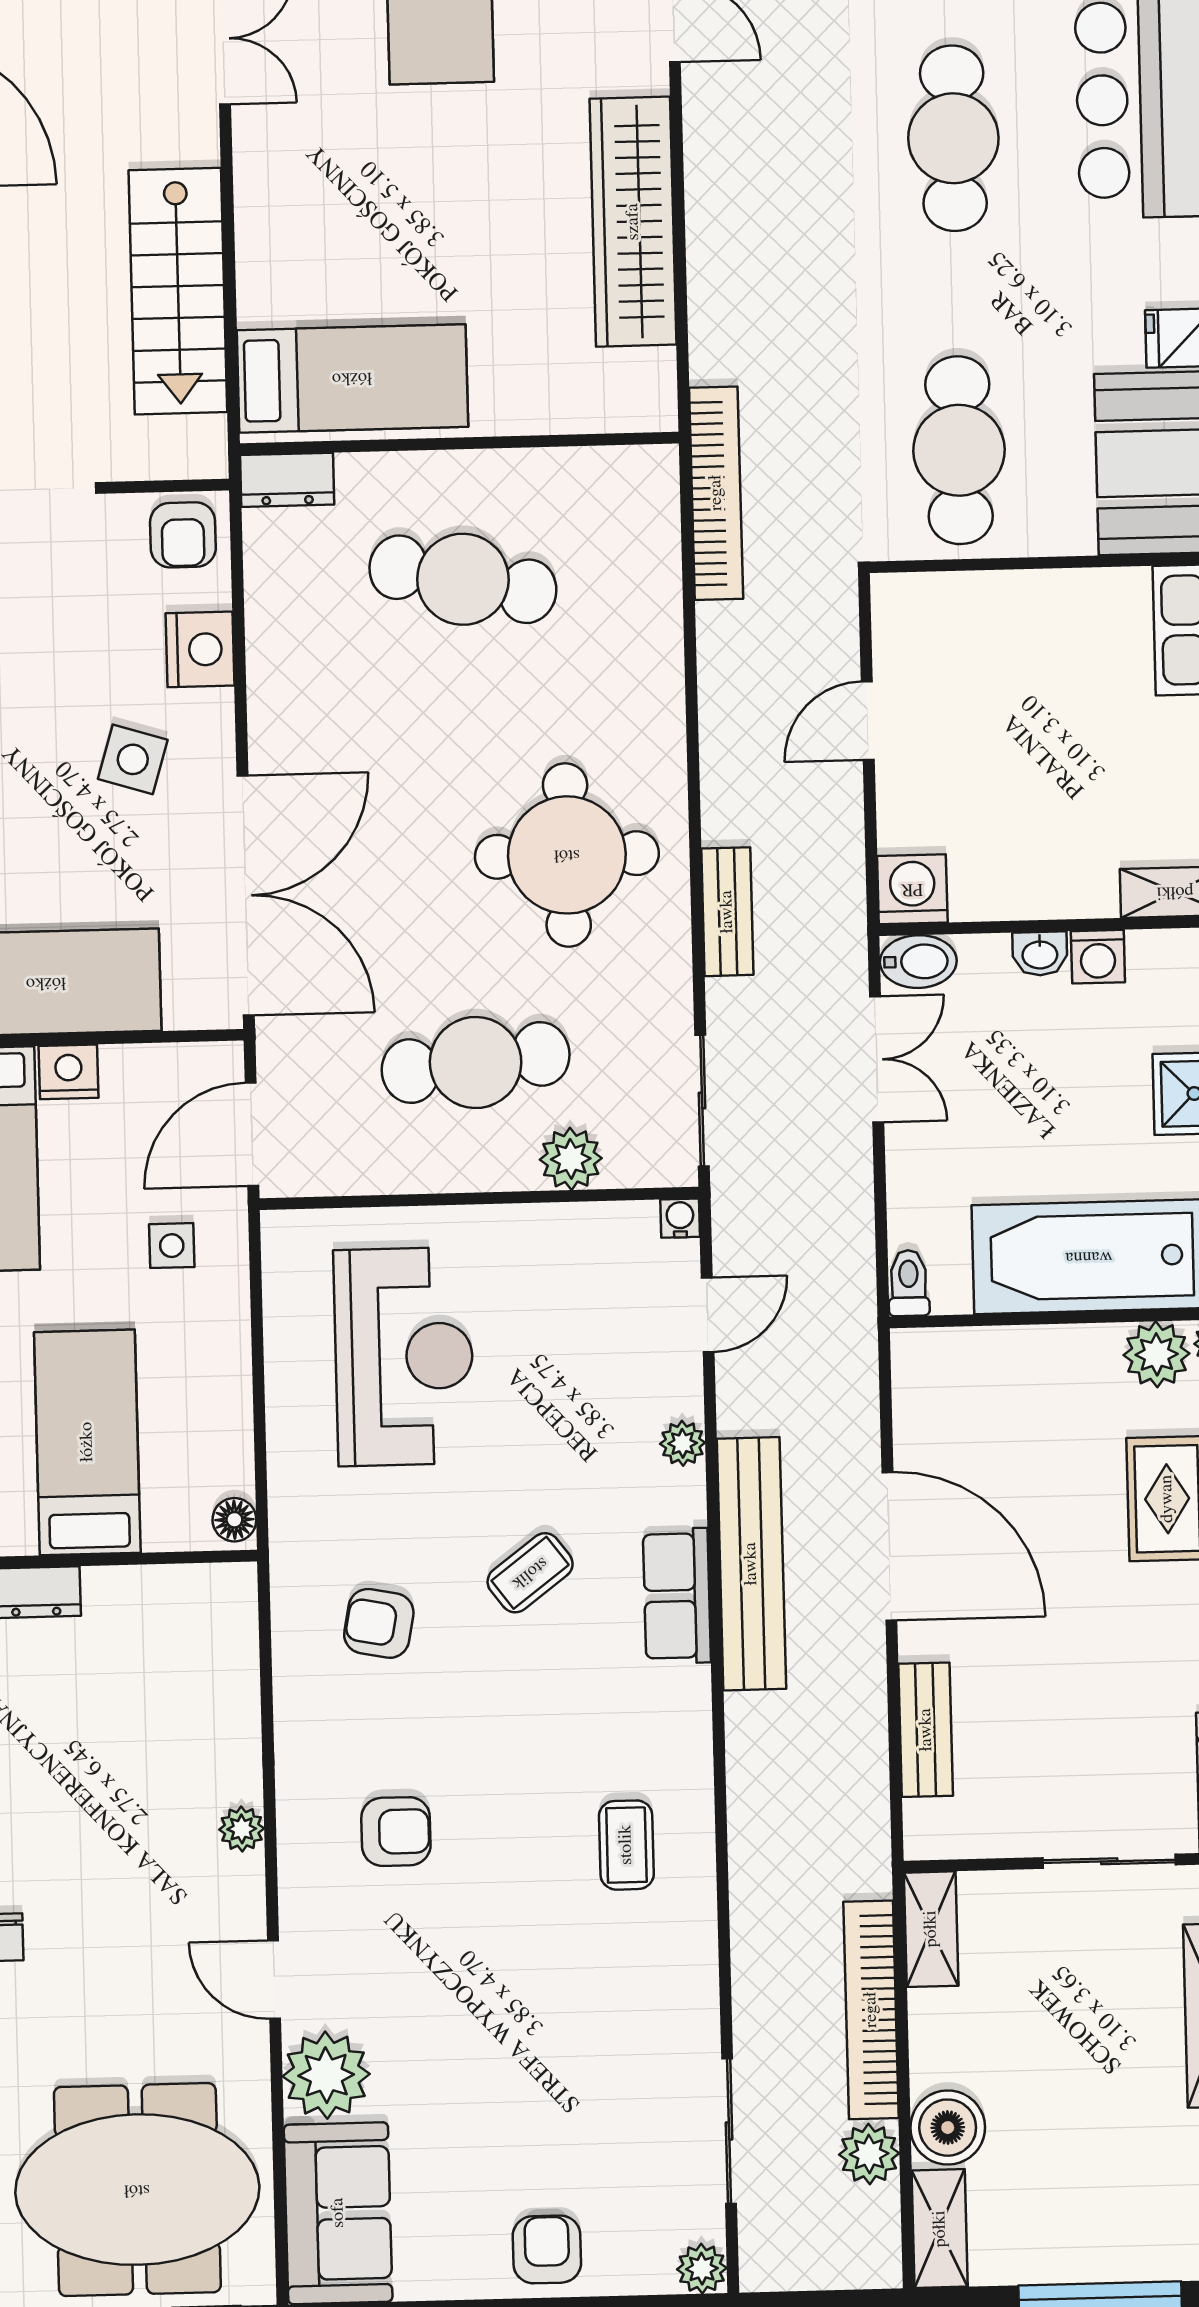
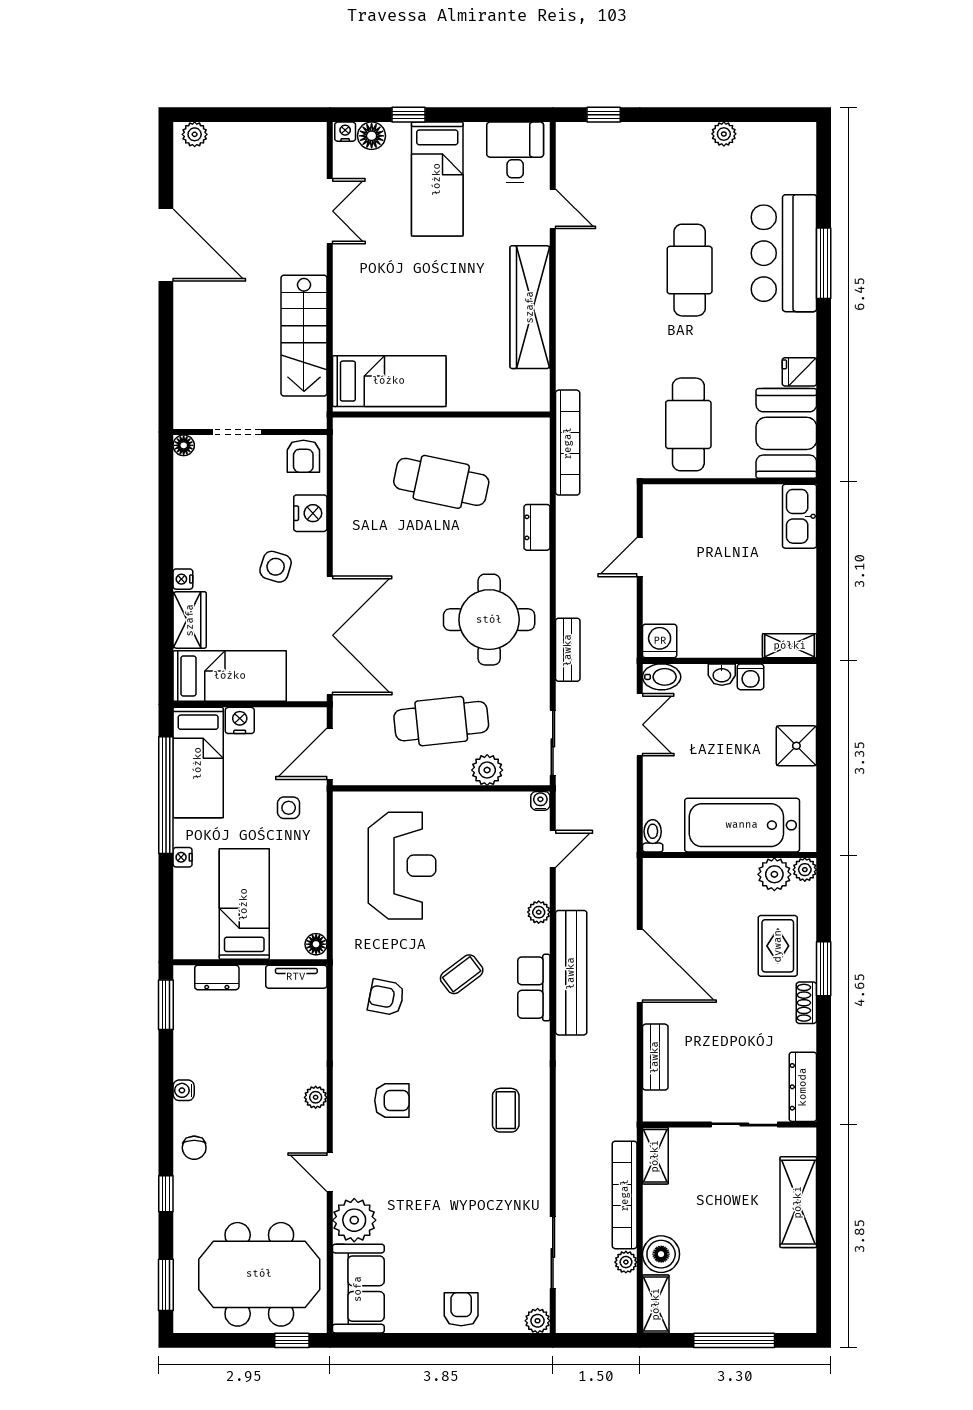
dresser: (287, 480) -> (537, 527), moved, turned 90
tv unit: (196, 1587) -> (296, 977), added
plant: (869, 2154) -> (626, 1262), width x0.73, depth x0.73

